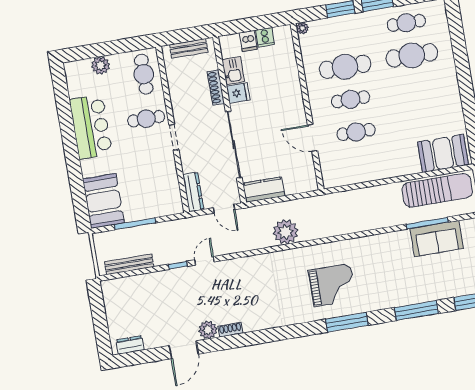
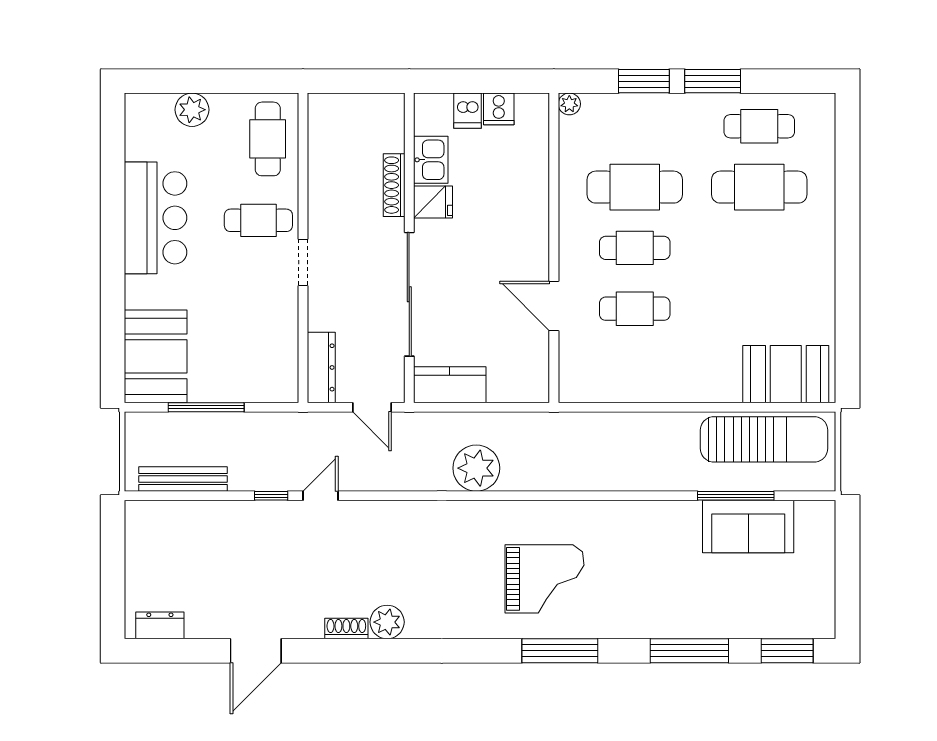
bench: (189, 48) -> (357, 106), removed
plant: (208, 330) -> (387, 622), moved

